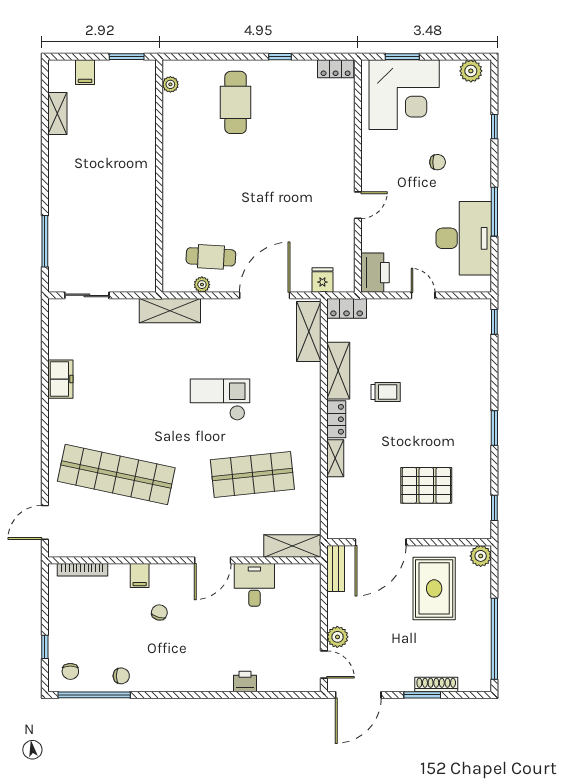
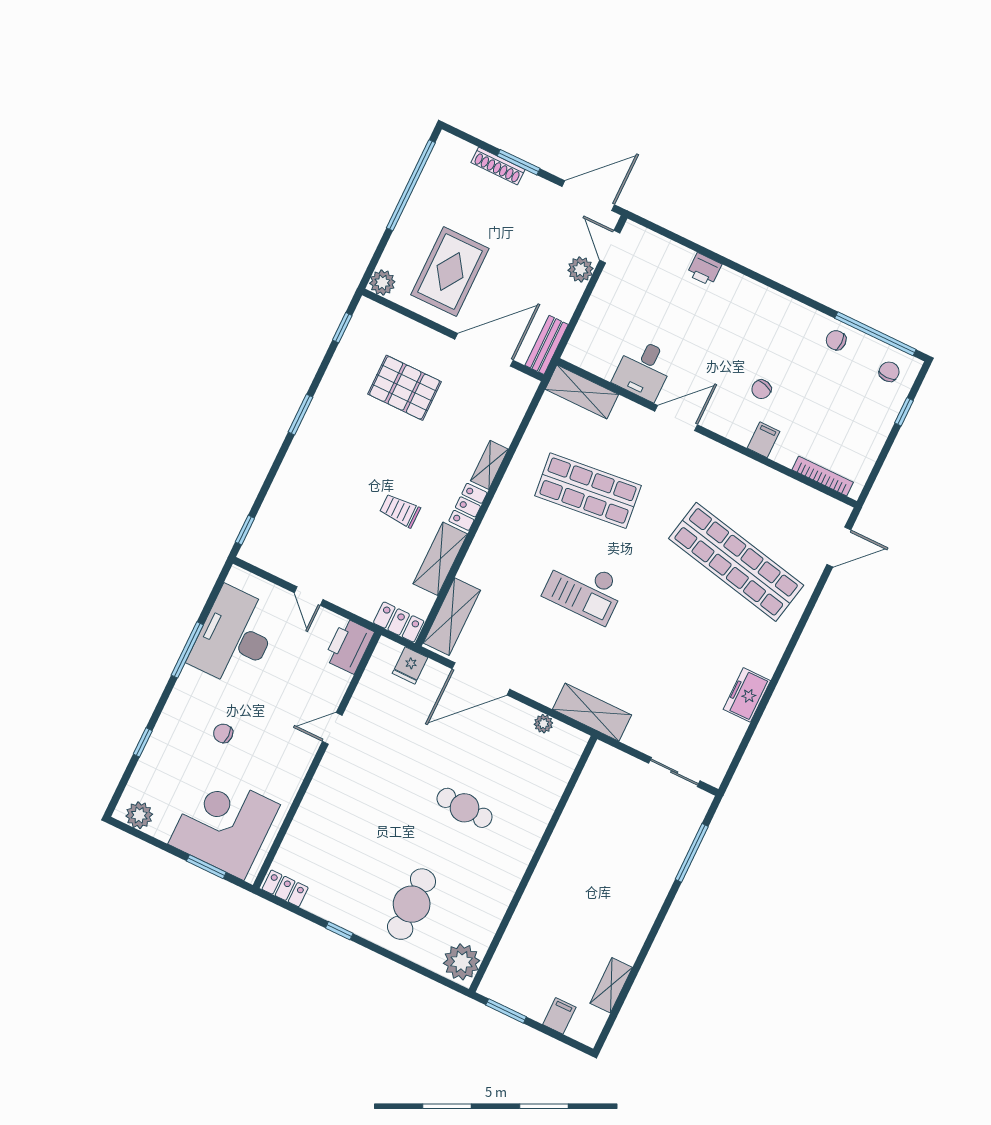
plant: (170, 84) -> (462, 962), width x1.87, depth x1.87
cafe table: (211, 257) -> (465, 808), moved

